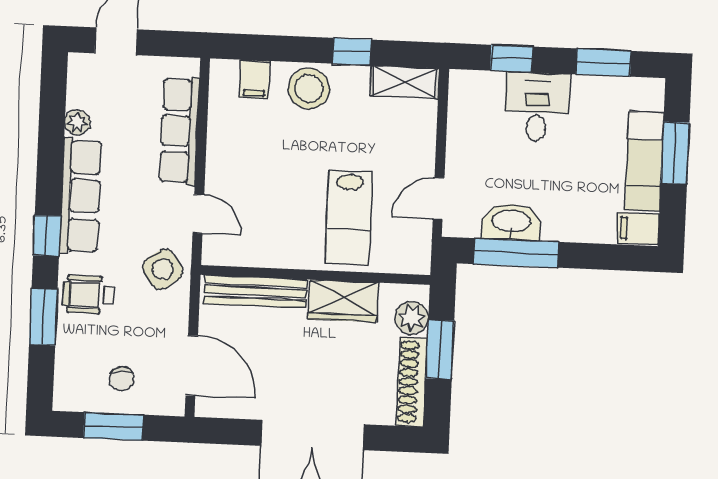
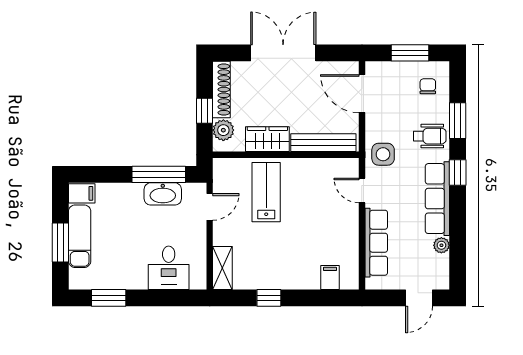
window: (511, 59) -> (167, 298), removed
shelving: (405, 82) -> (222, 268), moved, turned 90
stool: (309, 89) -> (295, 273), removed
desk: (537, 107) -> (169, 268), moved
side table: (163, 269) -> (383, 154), turned 35
window: (440, 350) -> (204, 111), width x0.67
chair: (122, 379) -> (428, 86), moved

